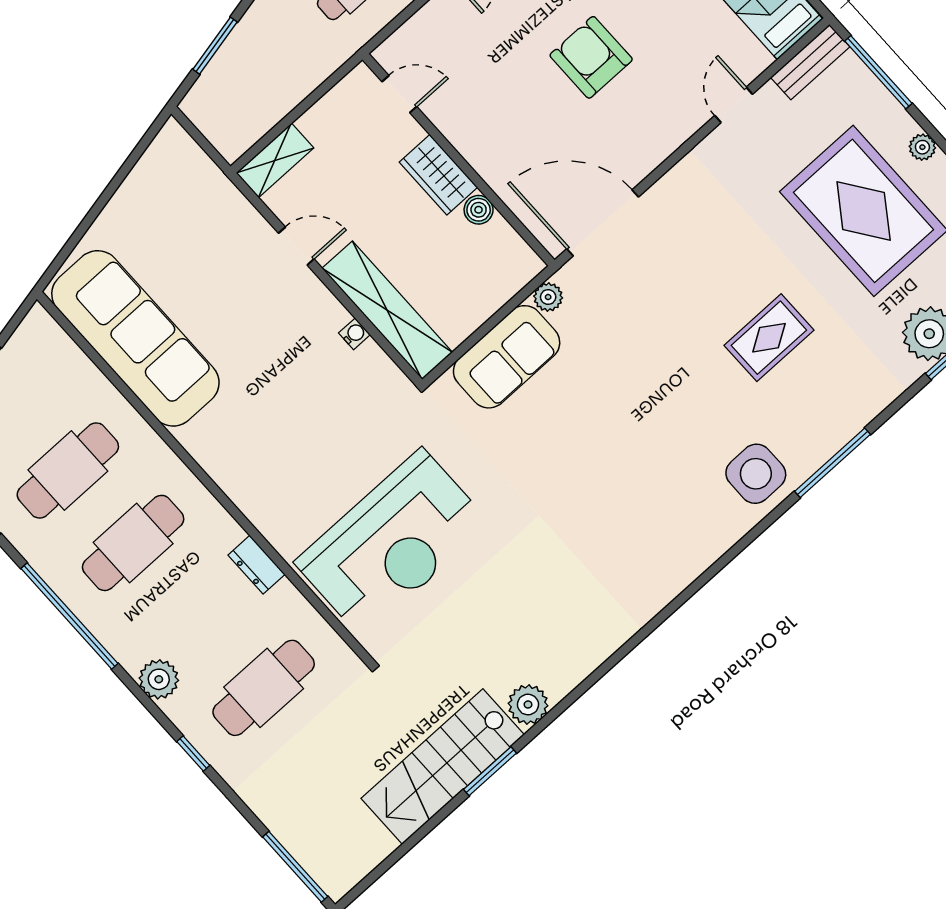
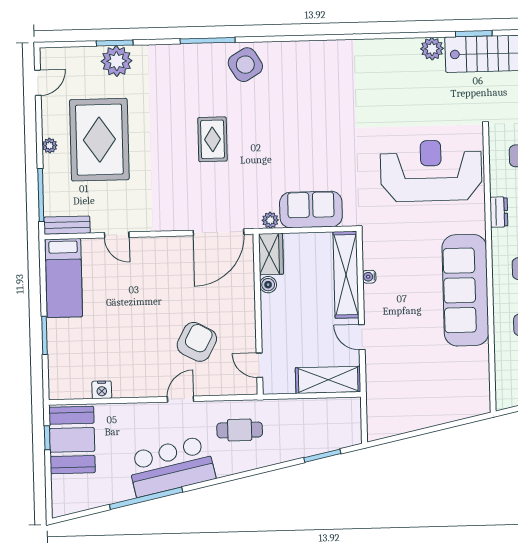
armchair: (591, 57) -> (197, 342), moved, turned -152
door: (734, 105) -> (117, 235), hinge flipped
shelving: (275, 160) -> (328, 380), width x1.50, depth x1.33
wardrobe: (438, 175) -> (271, 254), moved
door: (603, 223) -> (219, 232), hinge flipped
sofa: (135, 338) -> (465, 290), moved
rug: (769, 338) -> (213, 139), moved, turned 90
side table: (756, 474) -> (245, 65), turned -31

